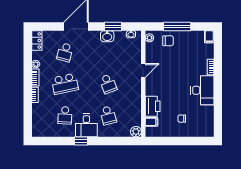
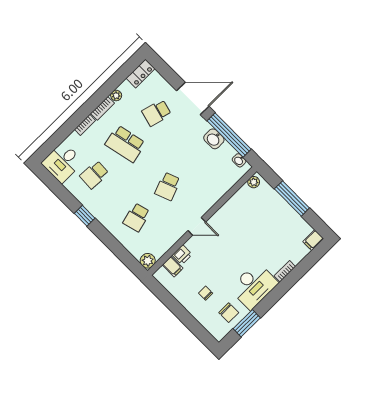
window: (113, 27) -> (229, 135), width x2.11
chair: (168, 41) -> (229, 313), moved
door: (143, 71) -> (197, 226), moved
printer: (153, 106) -> (182, 255), width x0.53, depth x0.68
window: (218, 113) -> (247, 323), added
desk: (86, 125) -> (62, 162), moved

